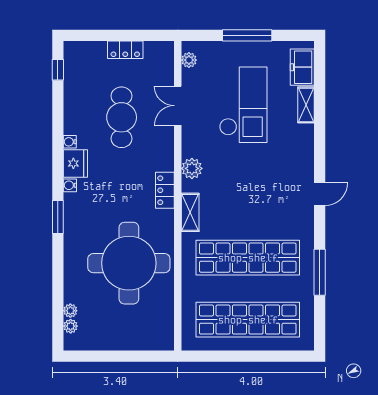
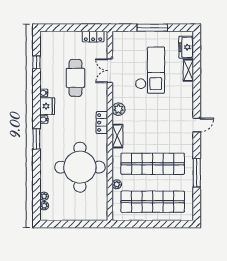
locker: (125, 50) -> (93, 37), moved
plant: (189, 60) -> (117, 184), moved
window: (58, 70) -> (36, 62), moved

